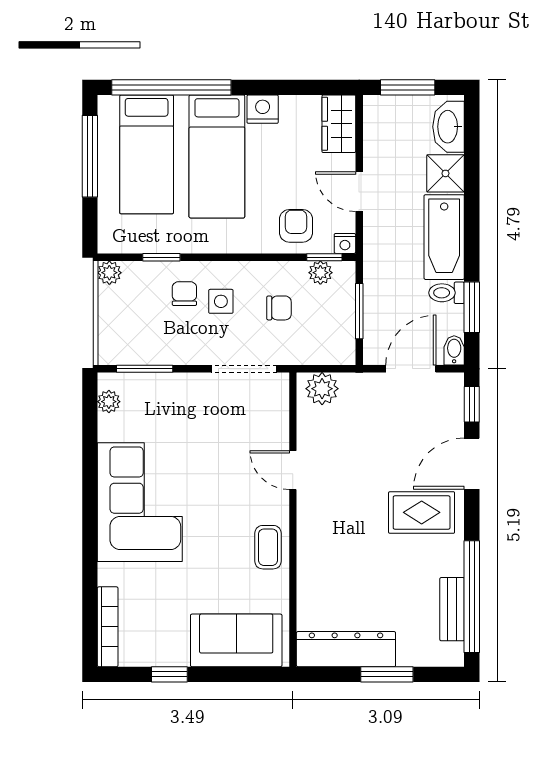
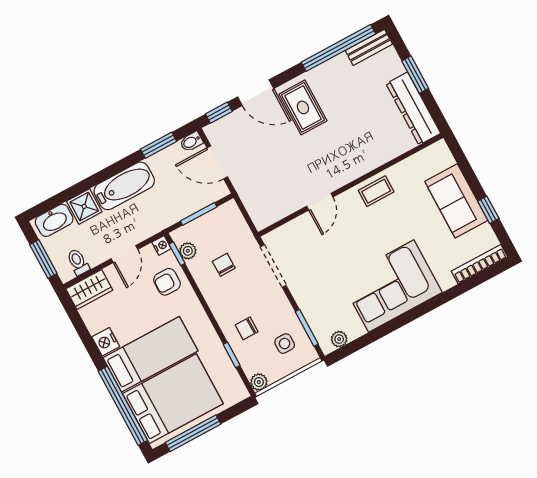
bed: (147, 154) -> (173, 399), width x1.50
toilet: (447, 293) -> (78, 262), moved, turned 180
side table: (221, 301) -> (285, 344), moved
plant: (322, 389) -> (259, 211), removed
bench: (452, 609) -> (369, 47), moved
sofa: (236, 640) -> (456, 201), moved

